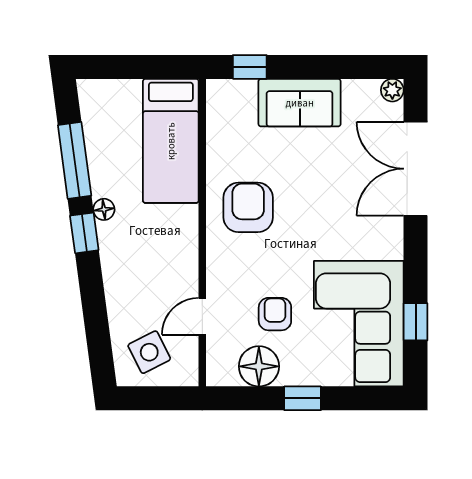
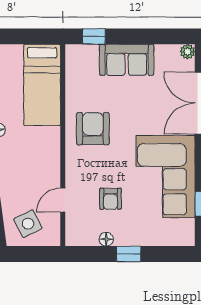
armchair: (275, 314) -> (110, 199), turned 180
corner sofa: (359, 324) -> (166, 176), moved
floor lamp: (259, 366) -> (106, 239), width x0.53, depth x0.53

